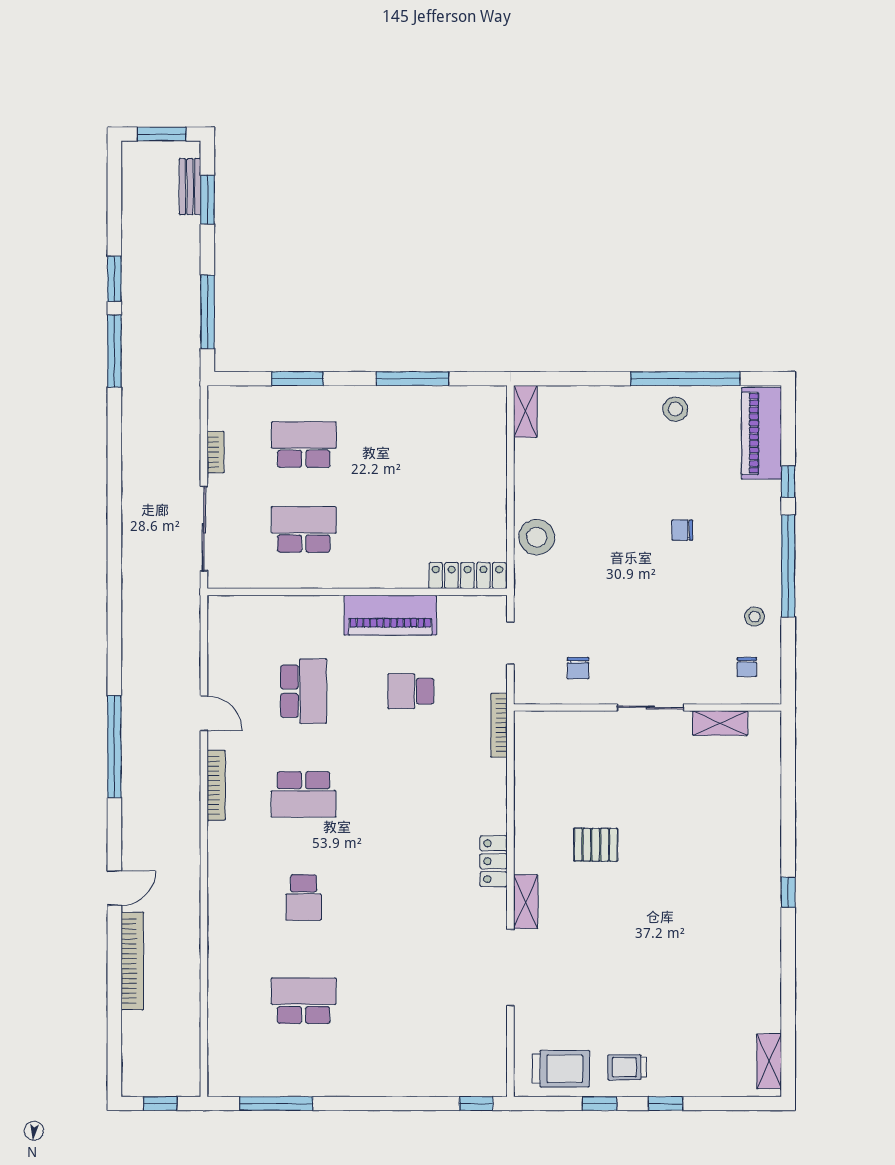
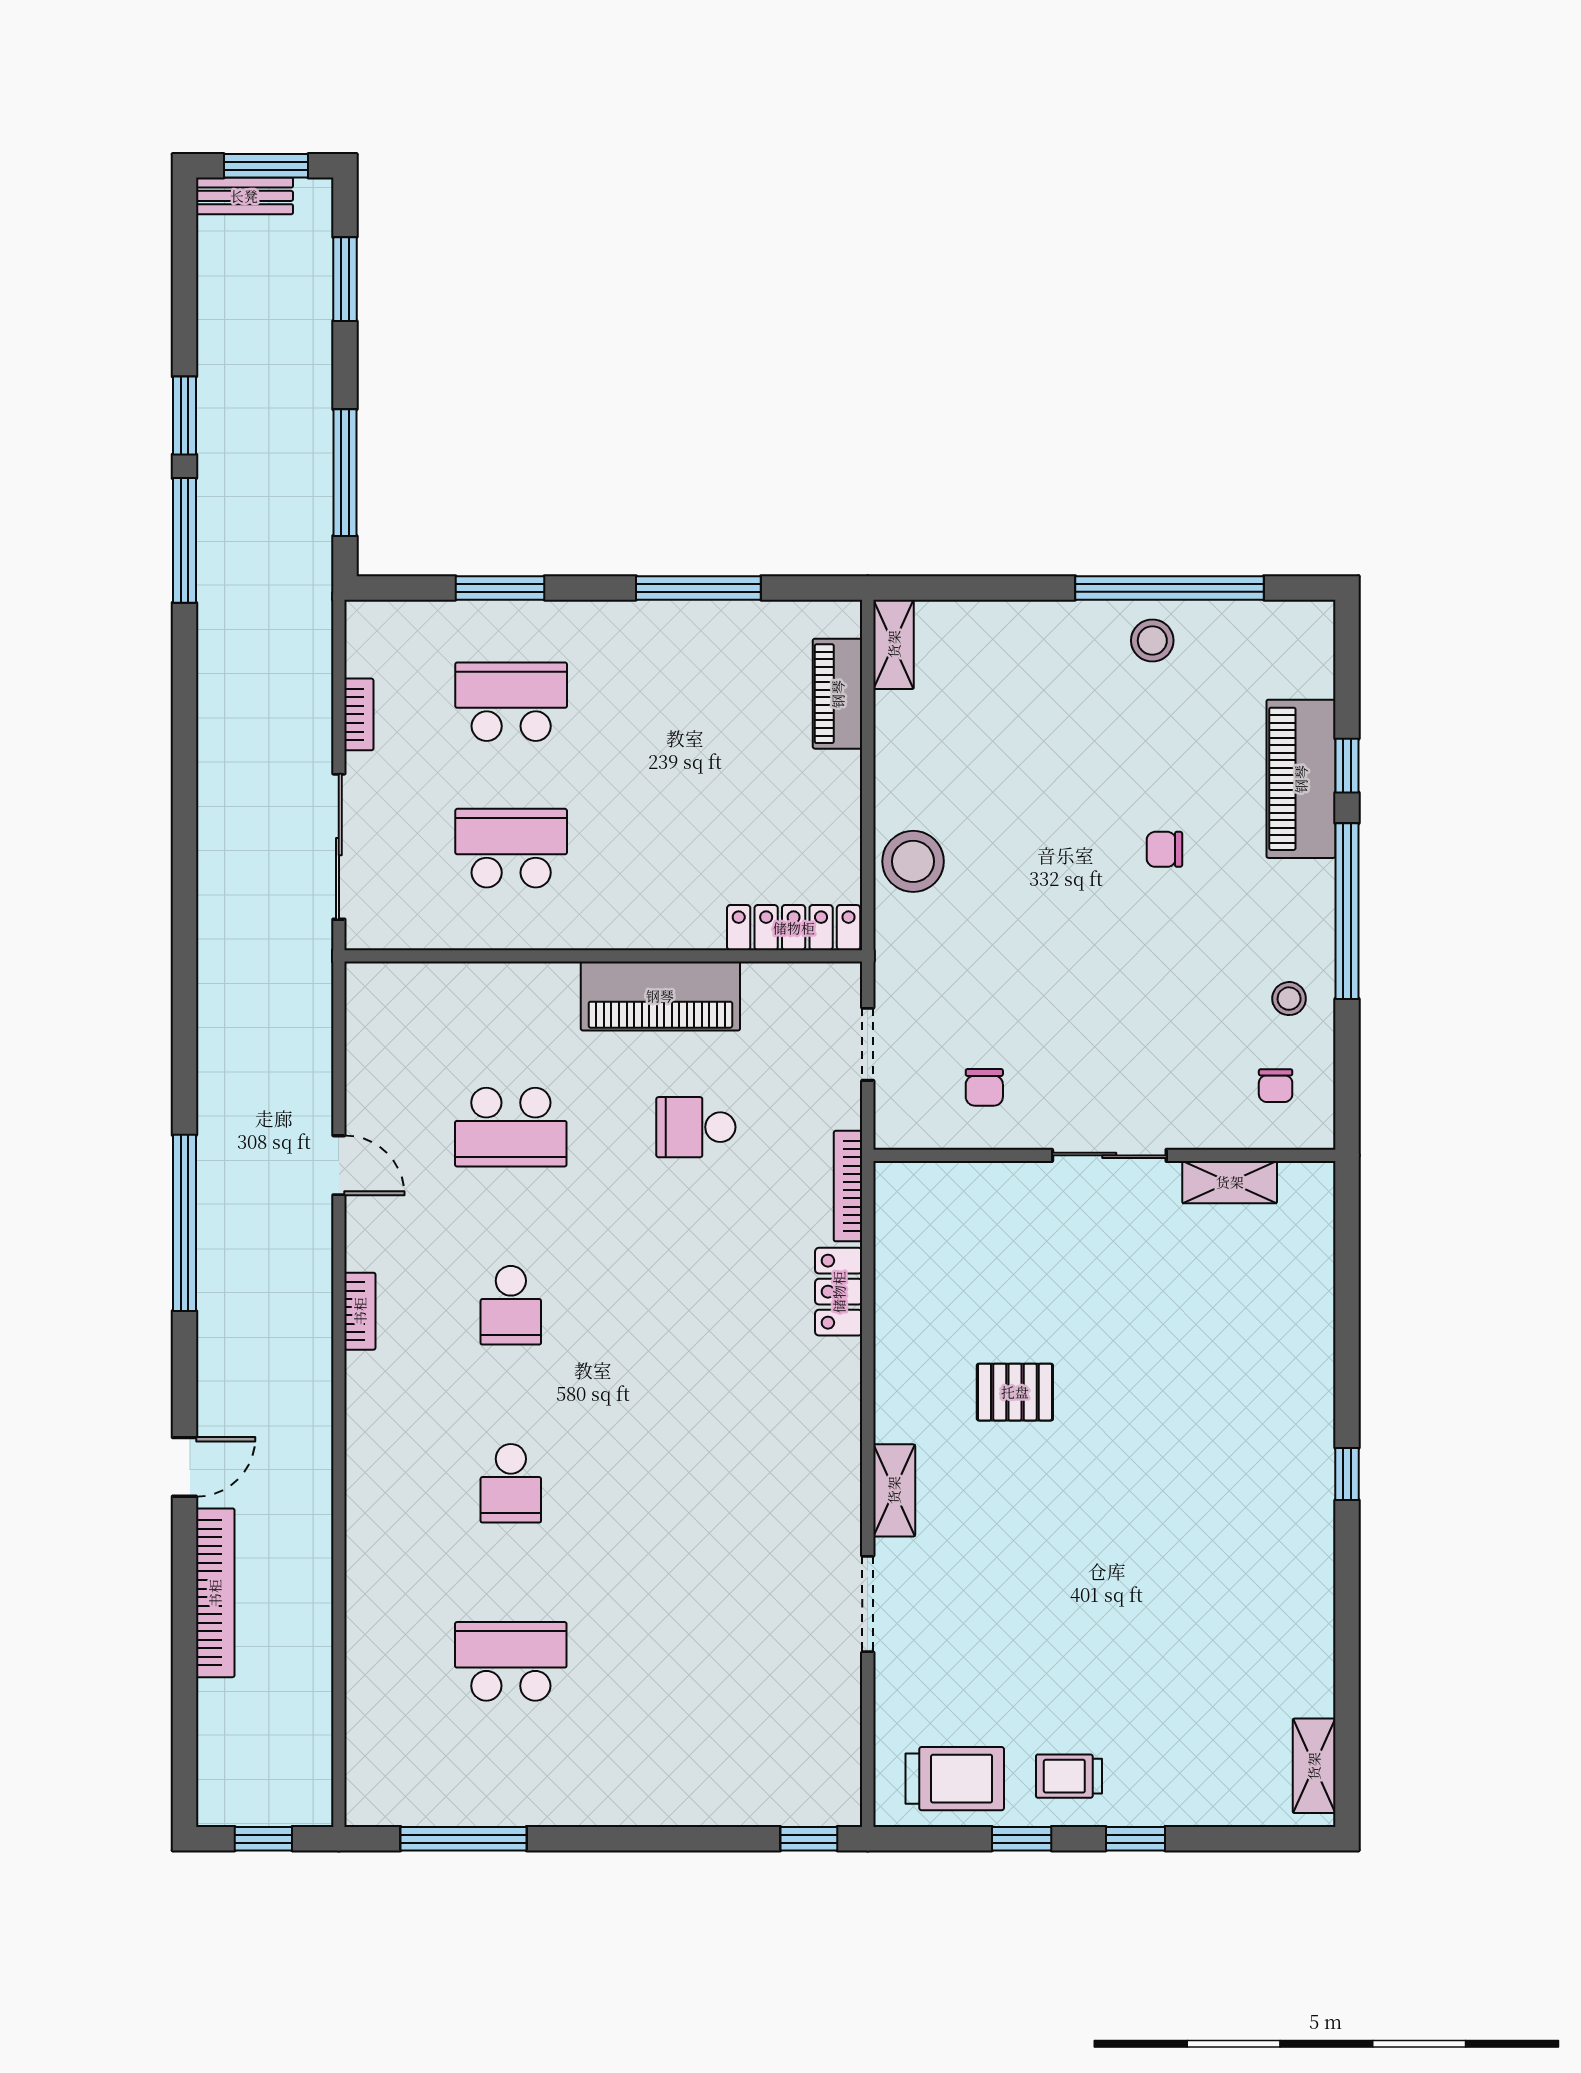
bench: (190, 187) -> (244, 196), moved, turned 90
piano: (762, 433) -> (1301, 779), moved
piano: (493, 440) -> (838, 694), added
school desk: (304, 691) -> (511, 1127), turned 90
bookcase: (216, 785) -> (360, 1311), width x0.64
school desk: (304, 794) -> (511, 1305), width x0.54
locker: (494, 861) -> (839, 1292), moved
doorway: (510, 968) -> (868, 1604), width x0.73

